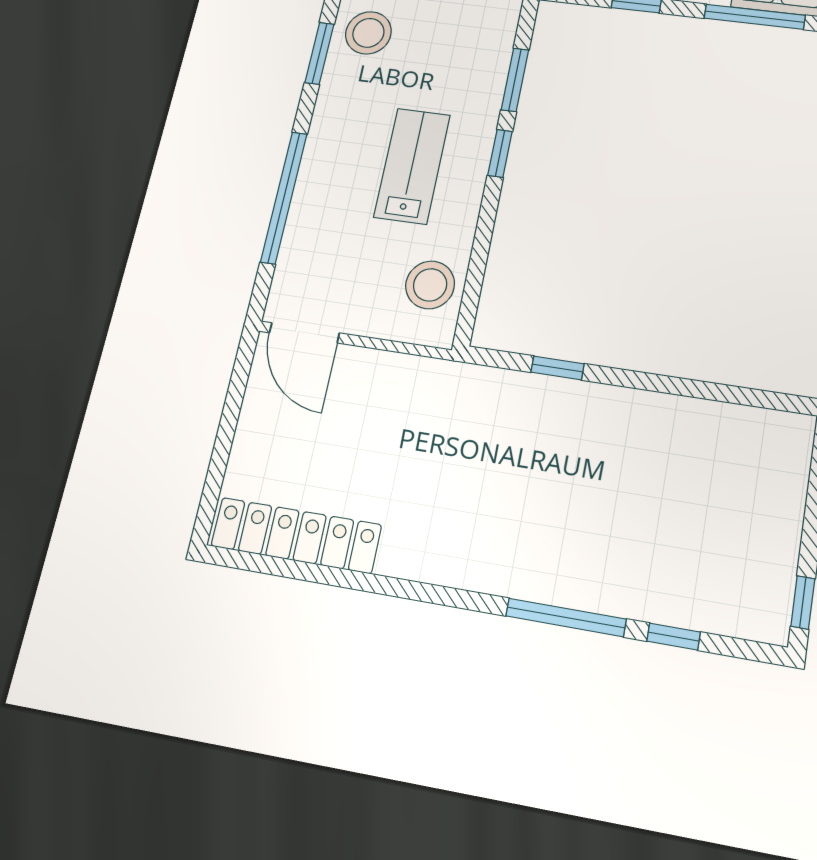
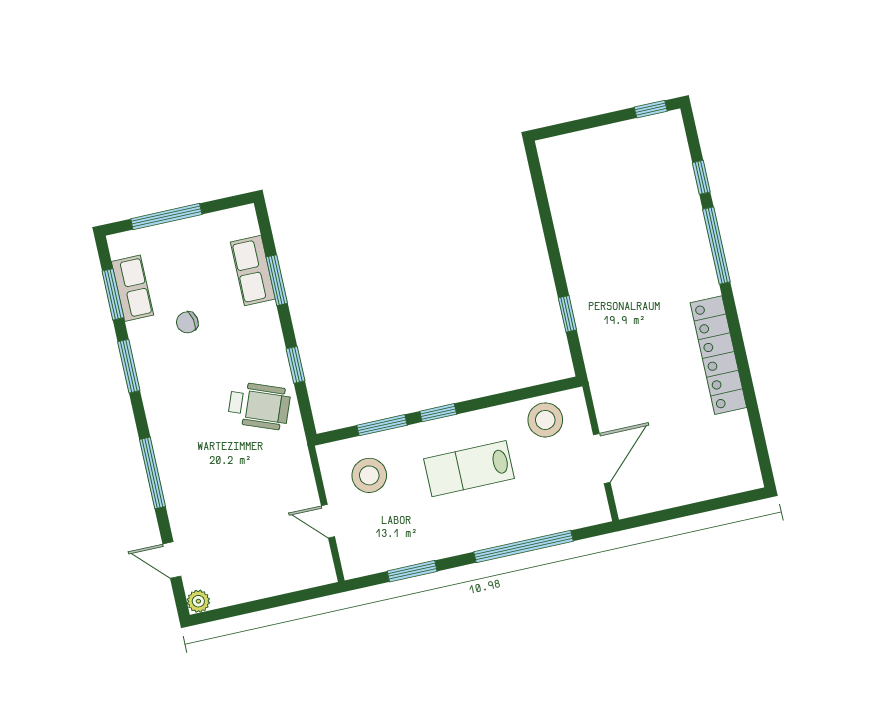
window: (755, 17) -> (277, 280), width x0.69
stool: (368, 33) -> (369, 475), moved
door: (304, 333) -> (602, 459), moved
locker: (296, 535) -> (718, 355), moved

